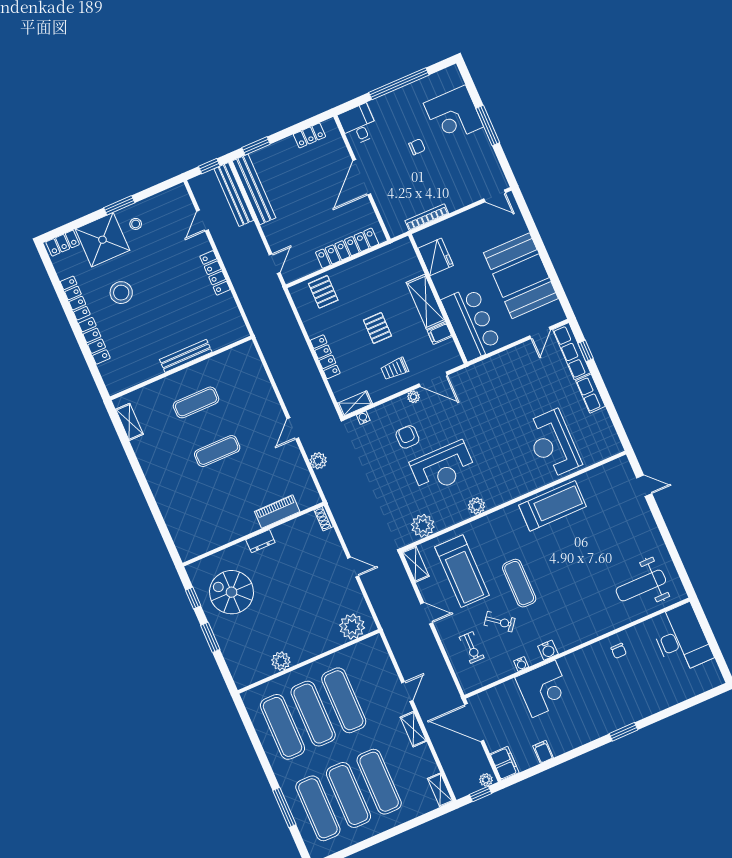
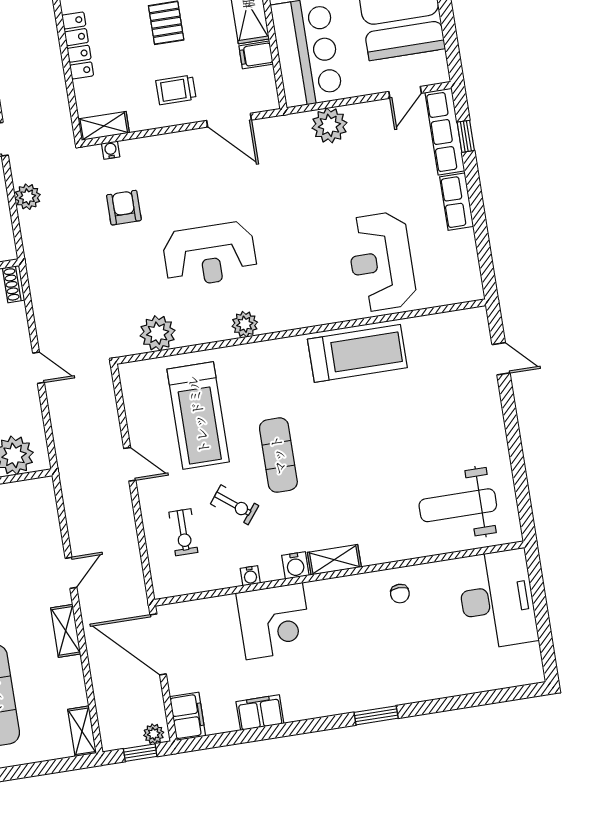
plant: (413, 397) -> (329, 125), moved, width x1.88, depth x1.88
armchair: (407, 437) -> (124, 208), moved
shelving: (416, 564) -> (334, 560), moved, turned 90
filing cabinet: (543, 752) -> (260, 713), width x2.00

